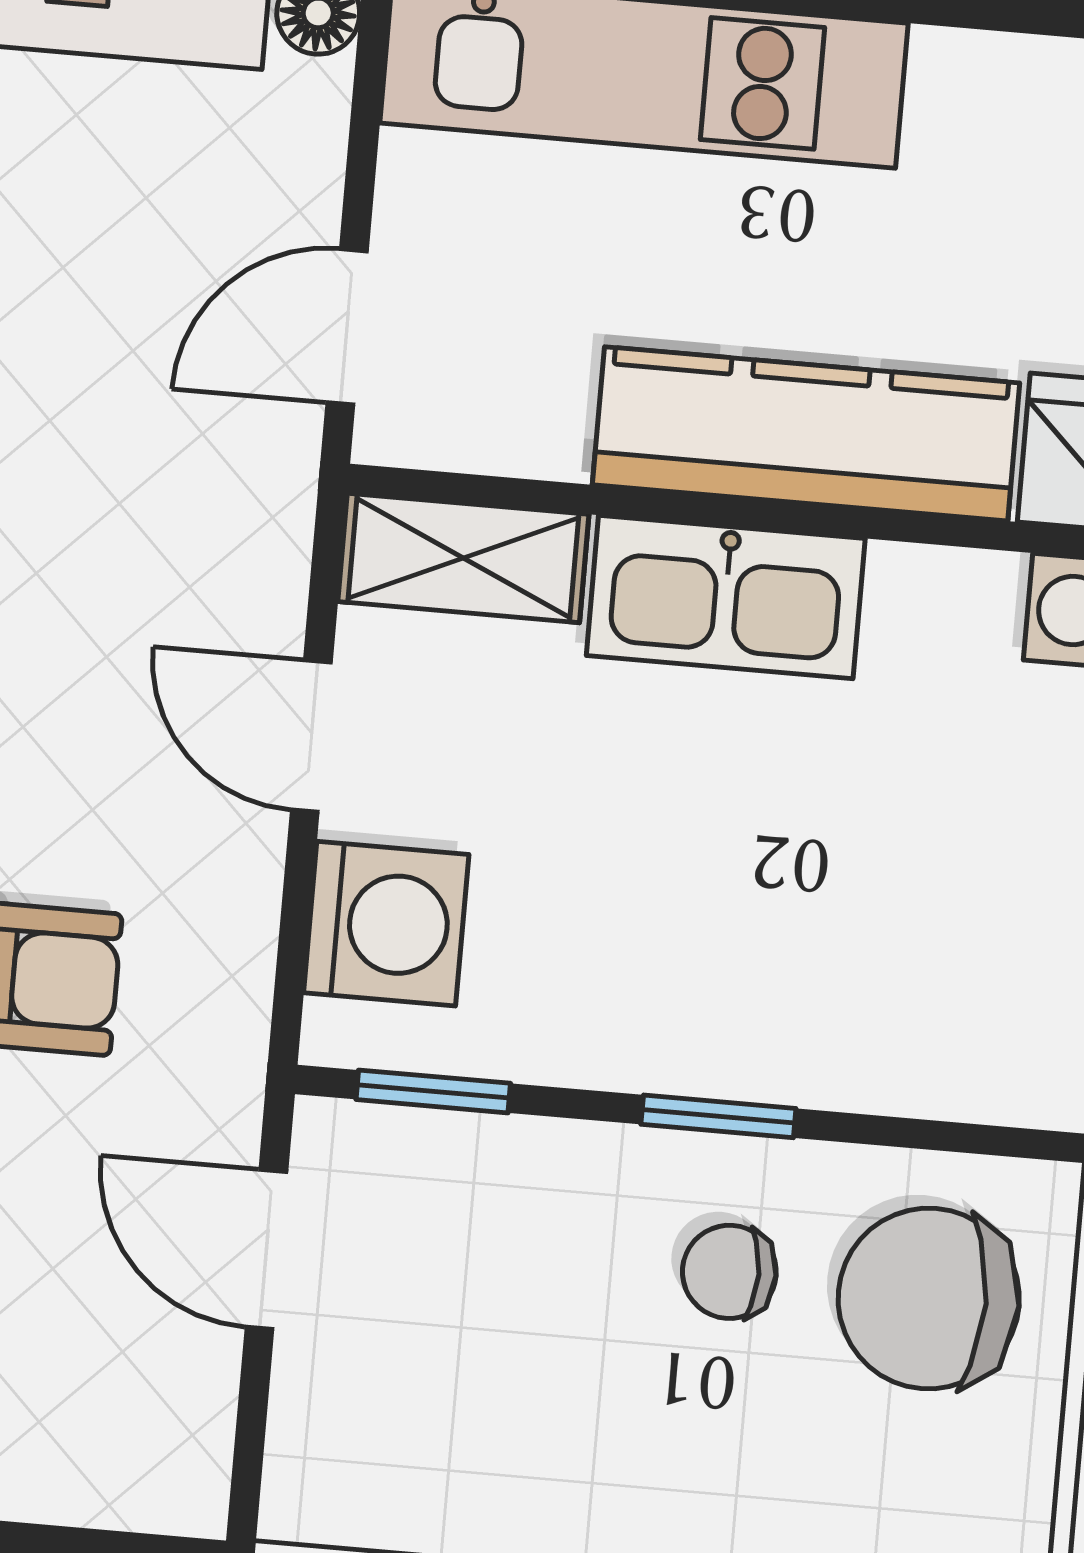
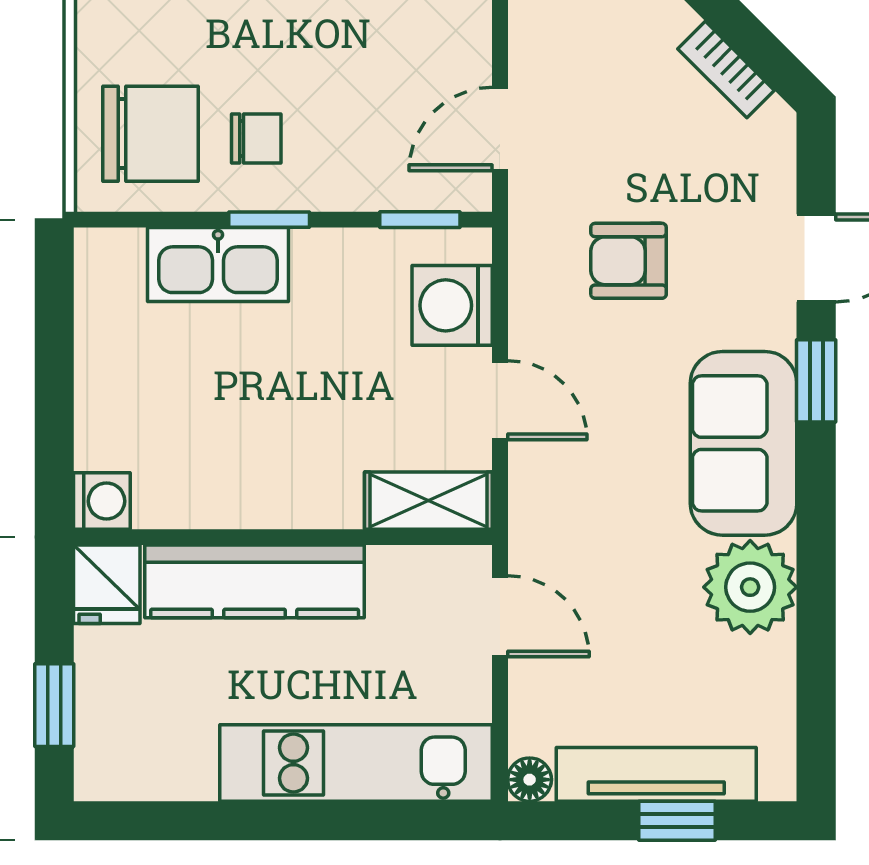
door: (347, 327) -> (500, 616), hinge flipped
kitchen sink: (726, 597) -> (218, 264), moved, turned 180
door: (266, 1250) -> (500, 129), swing flipped

